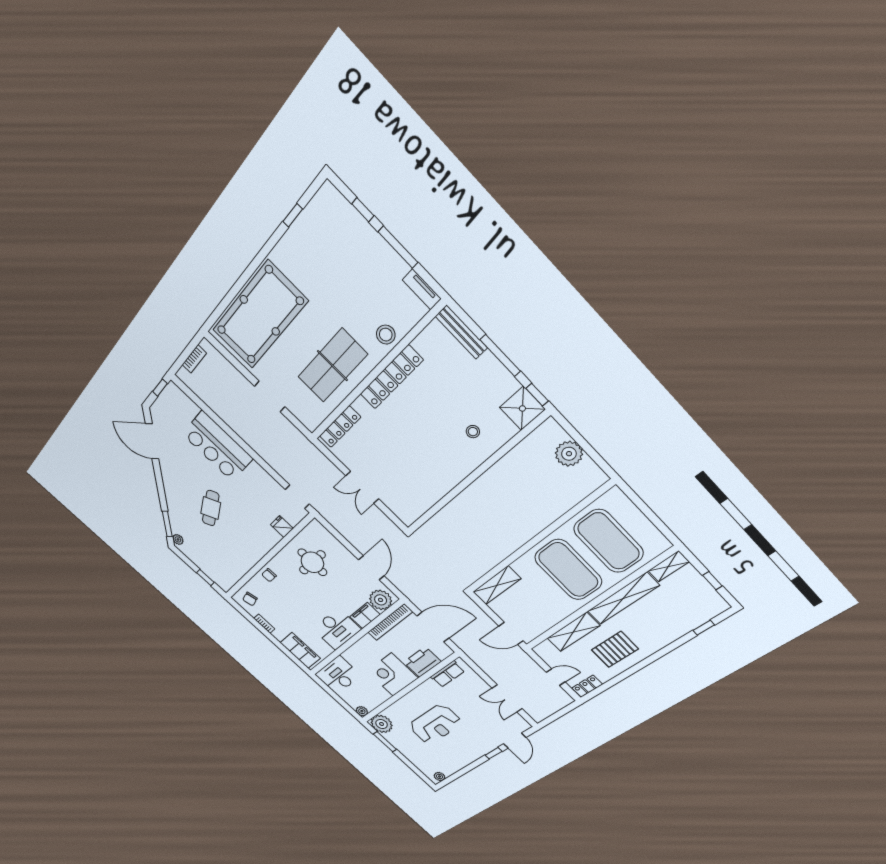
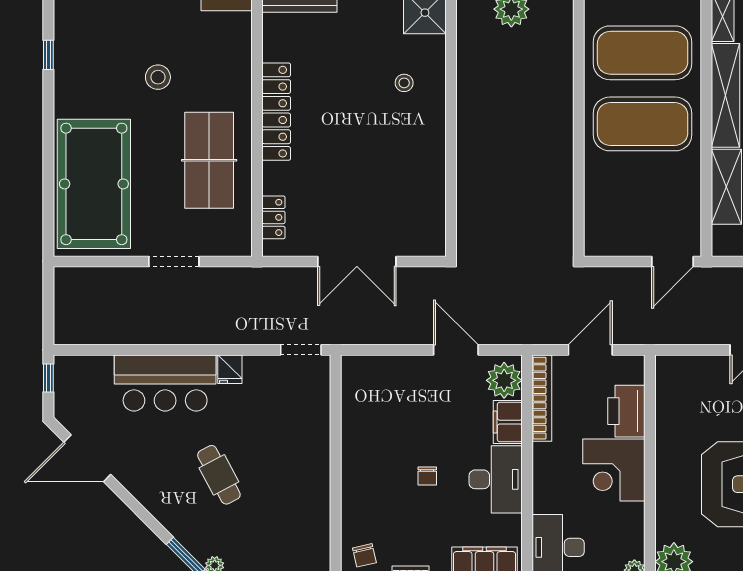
stool: (386, 335) -> (158, 77), moved
bookcase: (194, 359) -> (62, 303), removed
locker: (340, 427) -> (273, 217), width x0.66
double door: (362, 487) -> (357, 261), width x1.37
fridge: (282, 527) -> (230, 369), moved, turned -90
round table: (312, 562) -> (389, 417), removed
chair: (269, 575) -> (427, 476), moved
shelving: (497, 585) -> (598, 221), removed
door: (433, 627) -> (590, 350), width x0.73
row of seats: (448, 674) -> (668, 394), removed

